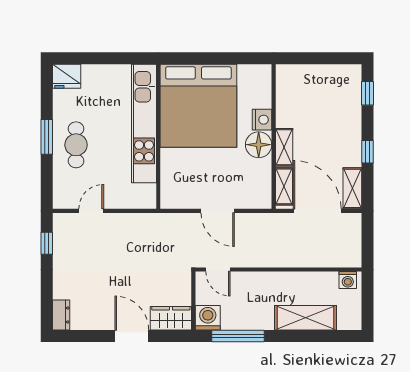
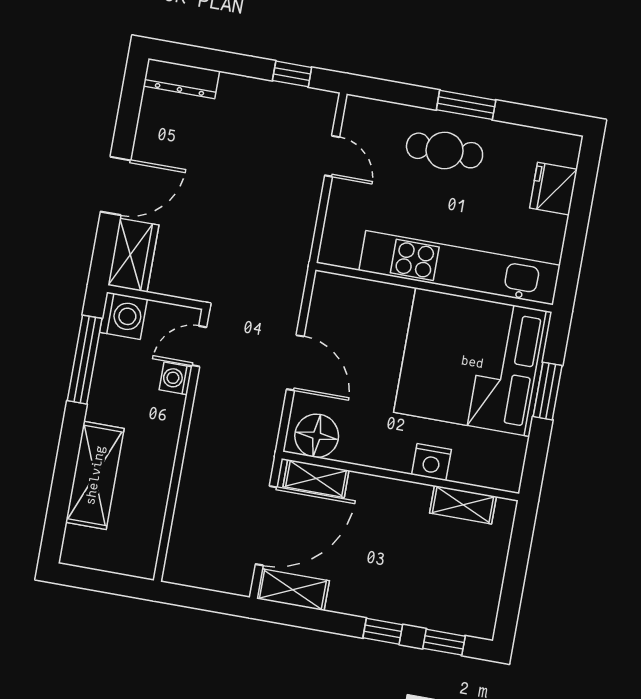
window: (208, 58) -> (548, 391), added
fridge: (67, 76) -> (553, 189), moved
floor lamp: (259, 145) -> (317, 436), moved
shelving: (284, 147) -> (463, 505), moved
window: (367, 152) -> (383, 631), moved
door: (218, 211) -> (295, 363), swing flipped
washing machine: (348, 280) -> (176, 378), moved
dresser: (61, 315) -> (181, 79), width x1.44

